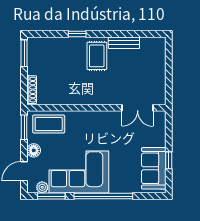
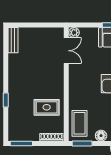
bench: (124, 43) -> (13, 40), moved
rug: (97, 56) -> (47, 107), moved
plant: (160, 117) -> (74, 33), added

